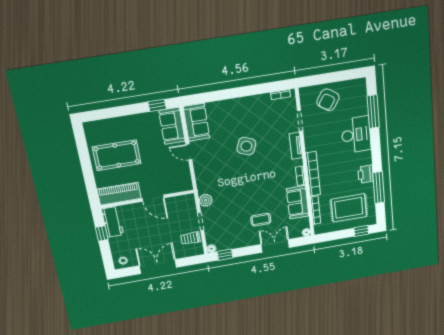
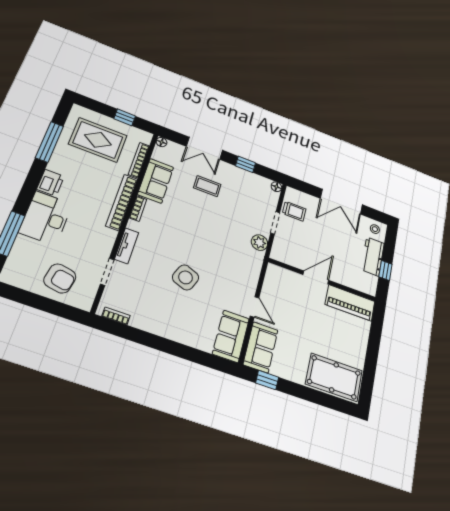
armchair: (328, 100) -> (60, 278), turned 66
pool table: (117, 155) -> (334, 377), moved
printer: (366, 174) -> (50, 183), moved
door: (153, 198) -> (316, 277), hinge flipped
workbench: (113, 222) -> (373, 256), moved
window: (361, 231) -> (125, 117), moved
window: (225, 255) -> (246, 164), moved

